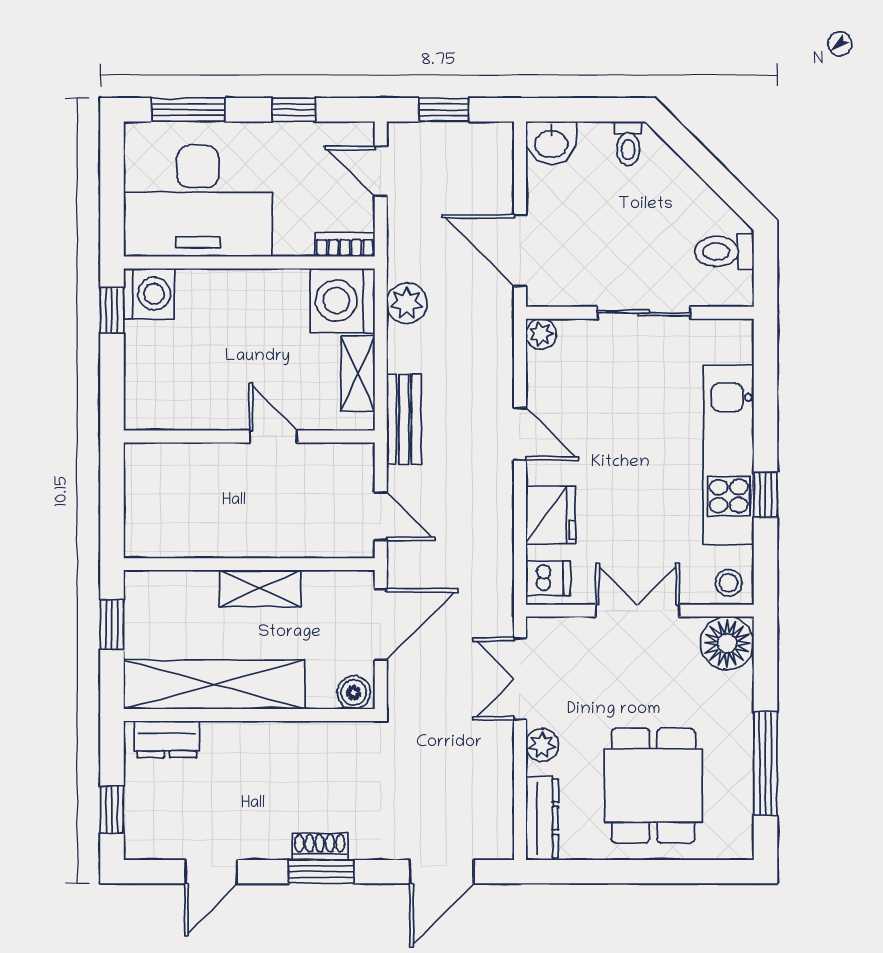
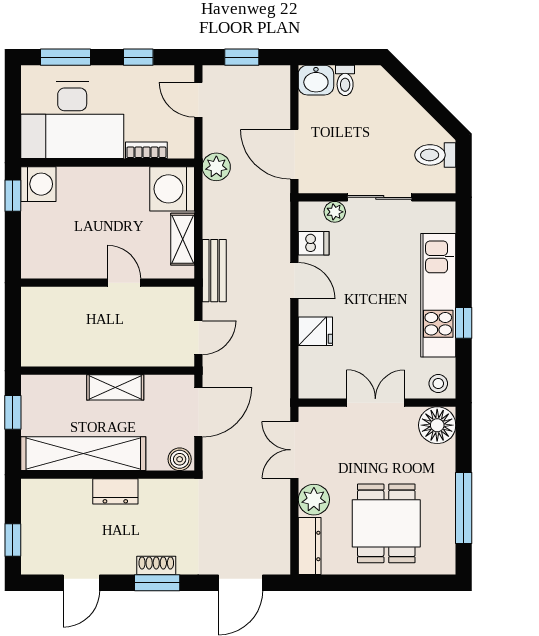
toilet: (628, 143) -> (345, 80), moved
bookcase: (345, 245) -> (146, 150), moved
plant: (407, 303) -> (216, 167), moved
plant: (541, 334) -> (335, 212), moved
fridge: (551, 515) -> (315, 331), width x0.72
door: (381, 516) -> (198, 338), hinge flipped
dishwasher: (548, 578) -> (314, 243), moved
dresser: (167, 739) -> (115, 491), moved
plant: (542, 745) -> (314, 500), width x1.38, depth x1.38

